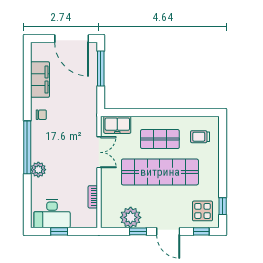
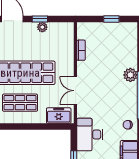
desk: (52, 214) -> (90, 135), moved, turned -90
plant: (131, 217) -> (42, 27), width x0.53, depth x0.53

